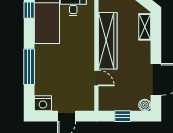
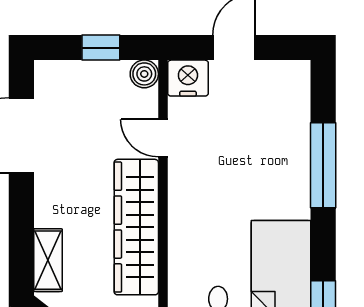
nightstand: (43, 103) -> (188, 78), moved
boiler: (145, 105) -> (144, 74), moved

